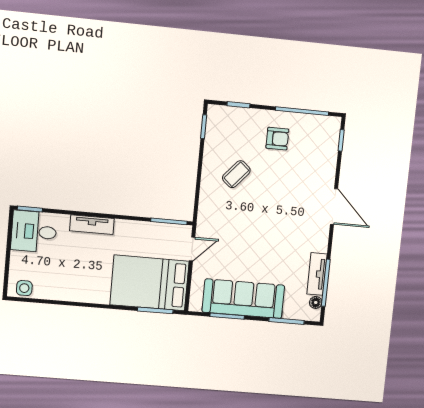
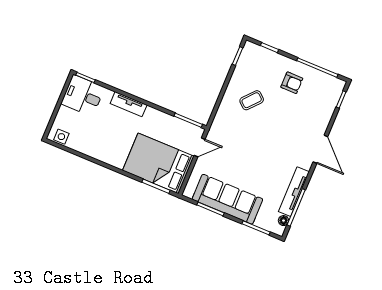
tv unit: (317, 274) -> (294, 192), width x1.41

